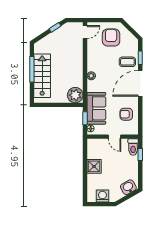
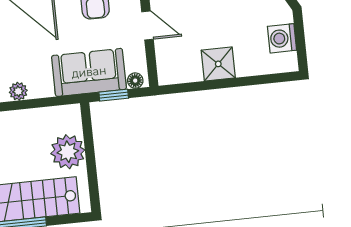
plant: (75, 95) -> (68, 152), moved
door: (115, 137) -> (148, 25), hinge flipped

